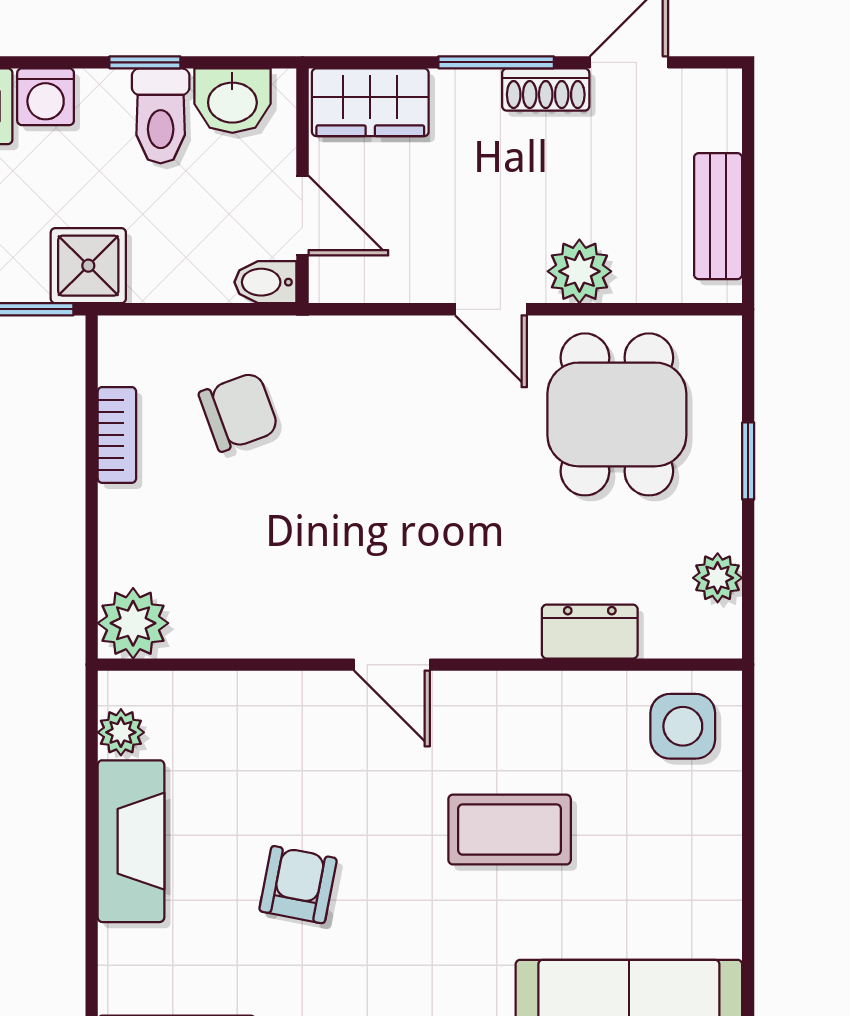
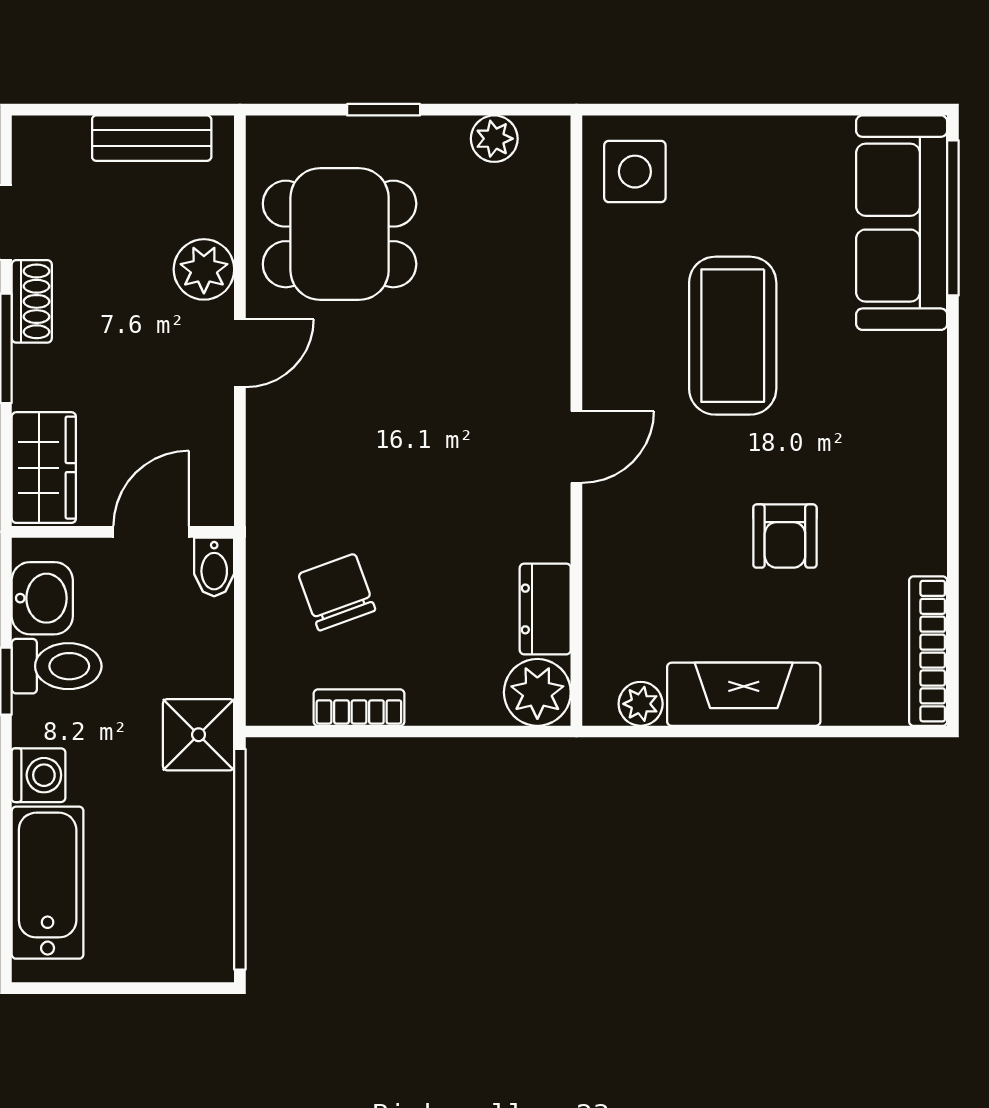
dresser: (590, 632) -> (545, 609), moved
coffee table: (510, 830) -> (733, 336), width x1.36, depth x1.32
armchair: (298, 885) -> (785, 536), turned -101

